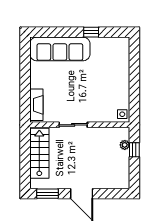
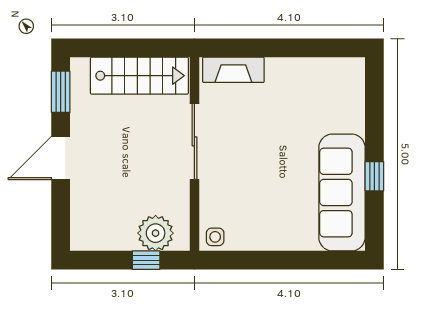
sofa: (60, 49) -> (342, 192), moved
sliding door: (73, 125) -> (194, 141), width x1.37
plant: (125, 145) -> (156, 233), width x1.88, depth x1.88

